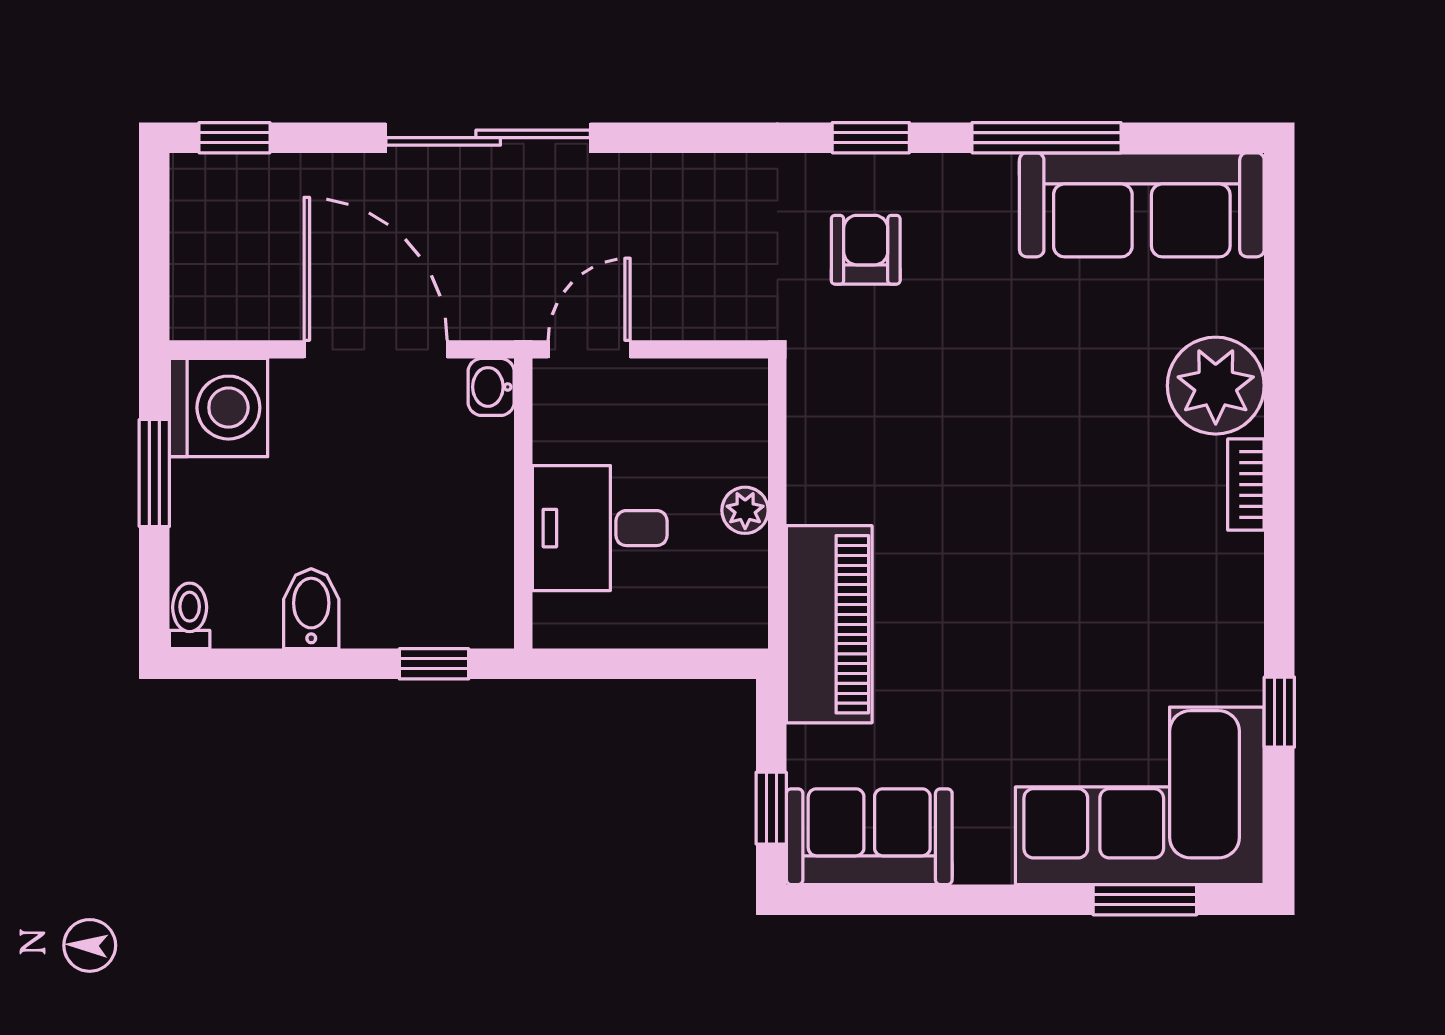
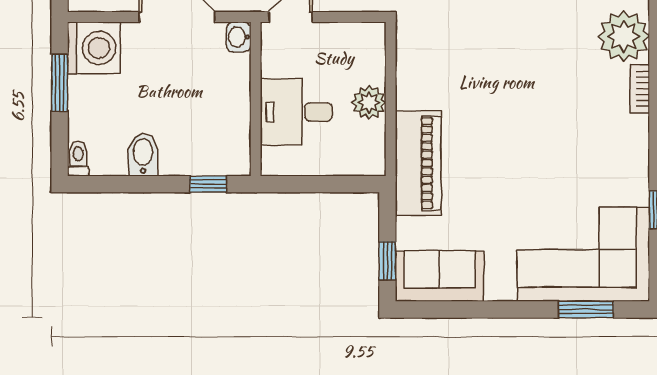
plant: (745, 510) -> (369, 102), width x1.38, depth x1.38

